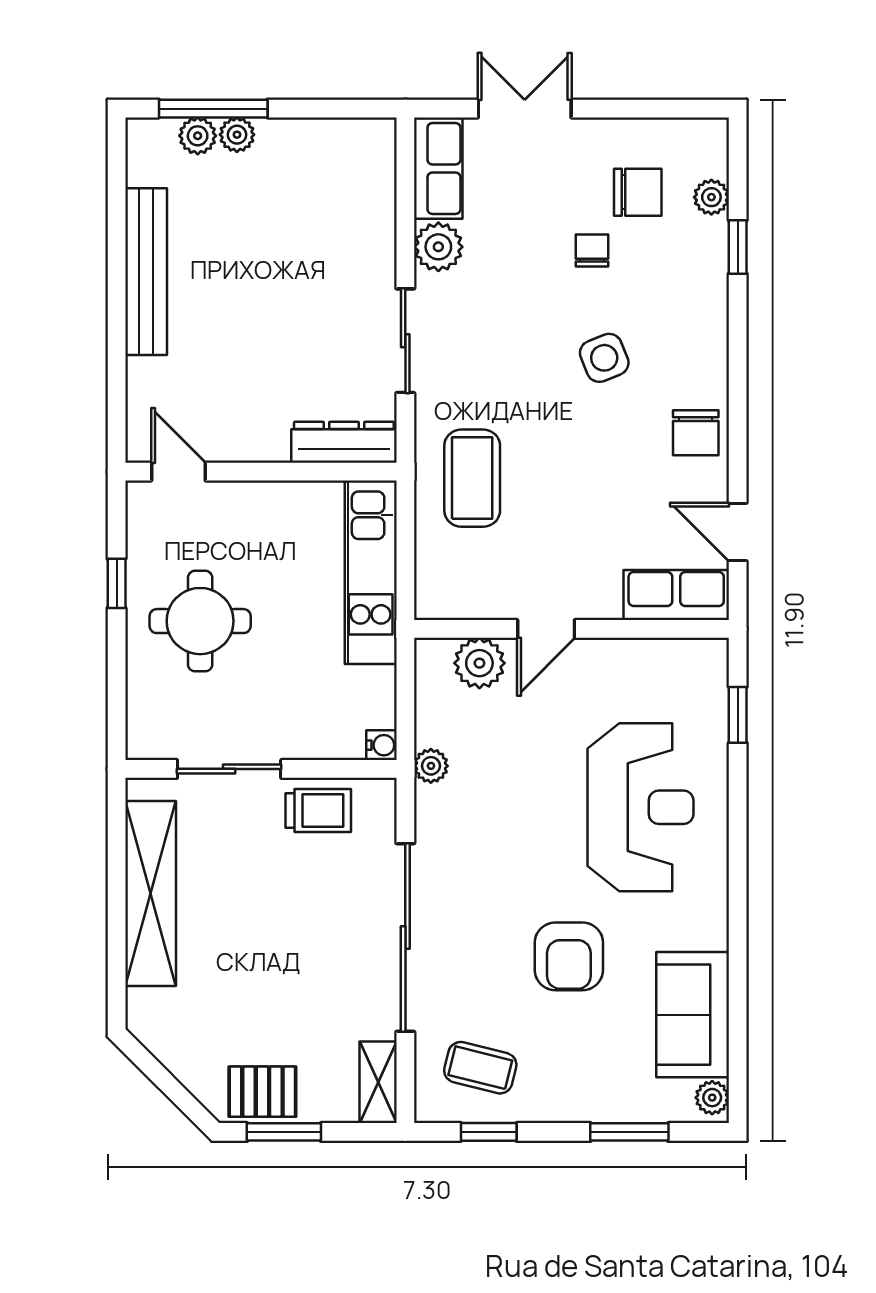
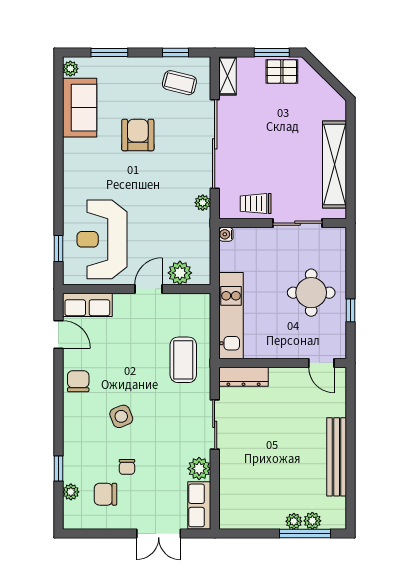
plant: (431, 766) -> (203, 203), moved
reception desk: (640, 807) -> (102, 239), moved

